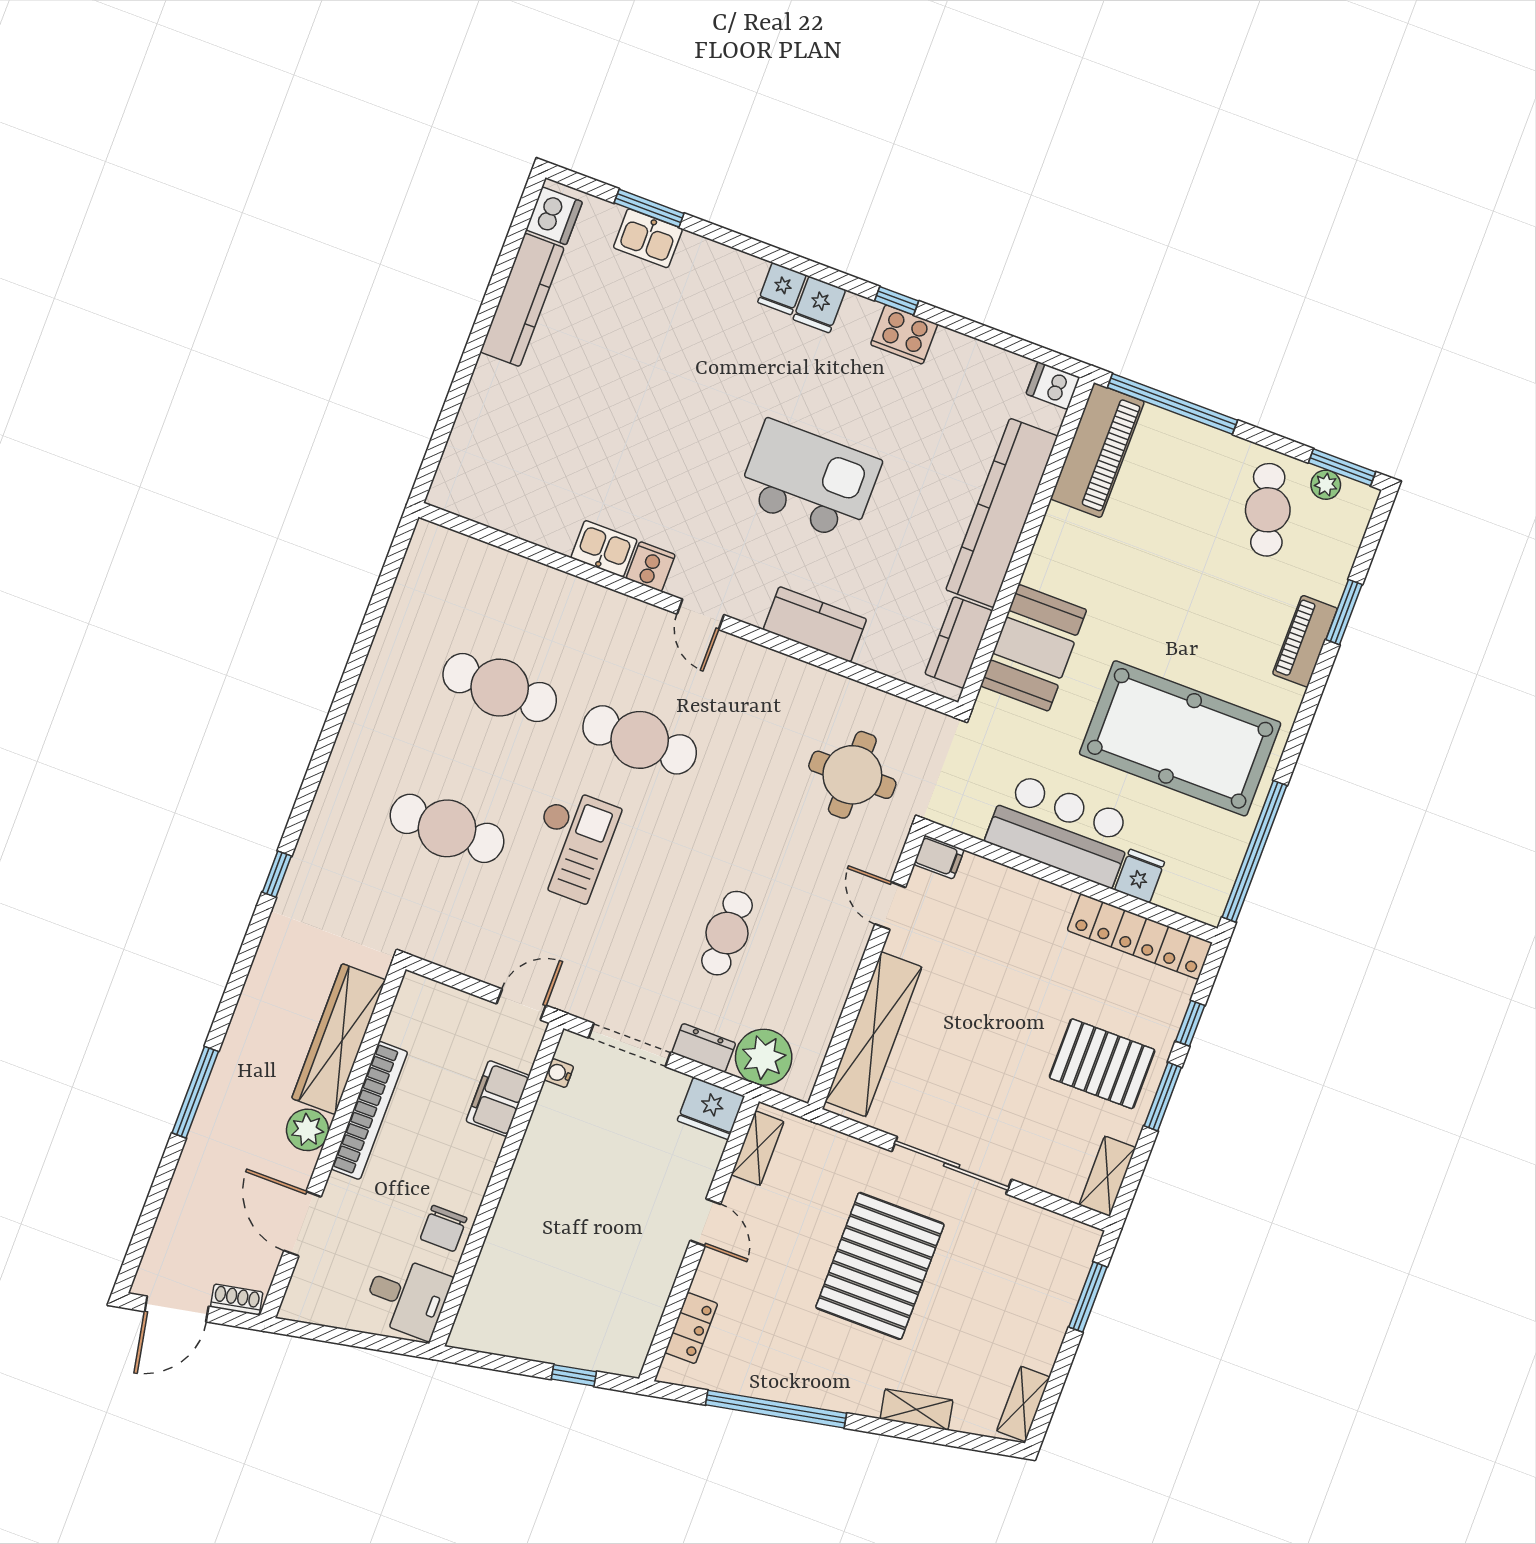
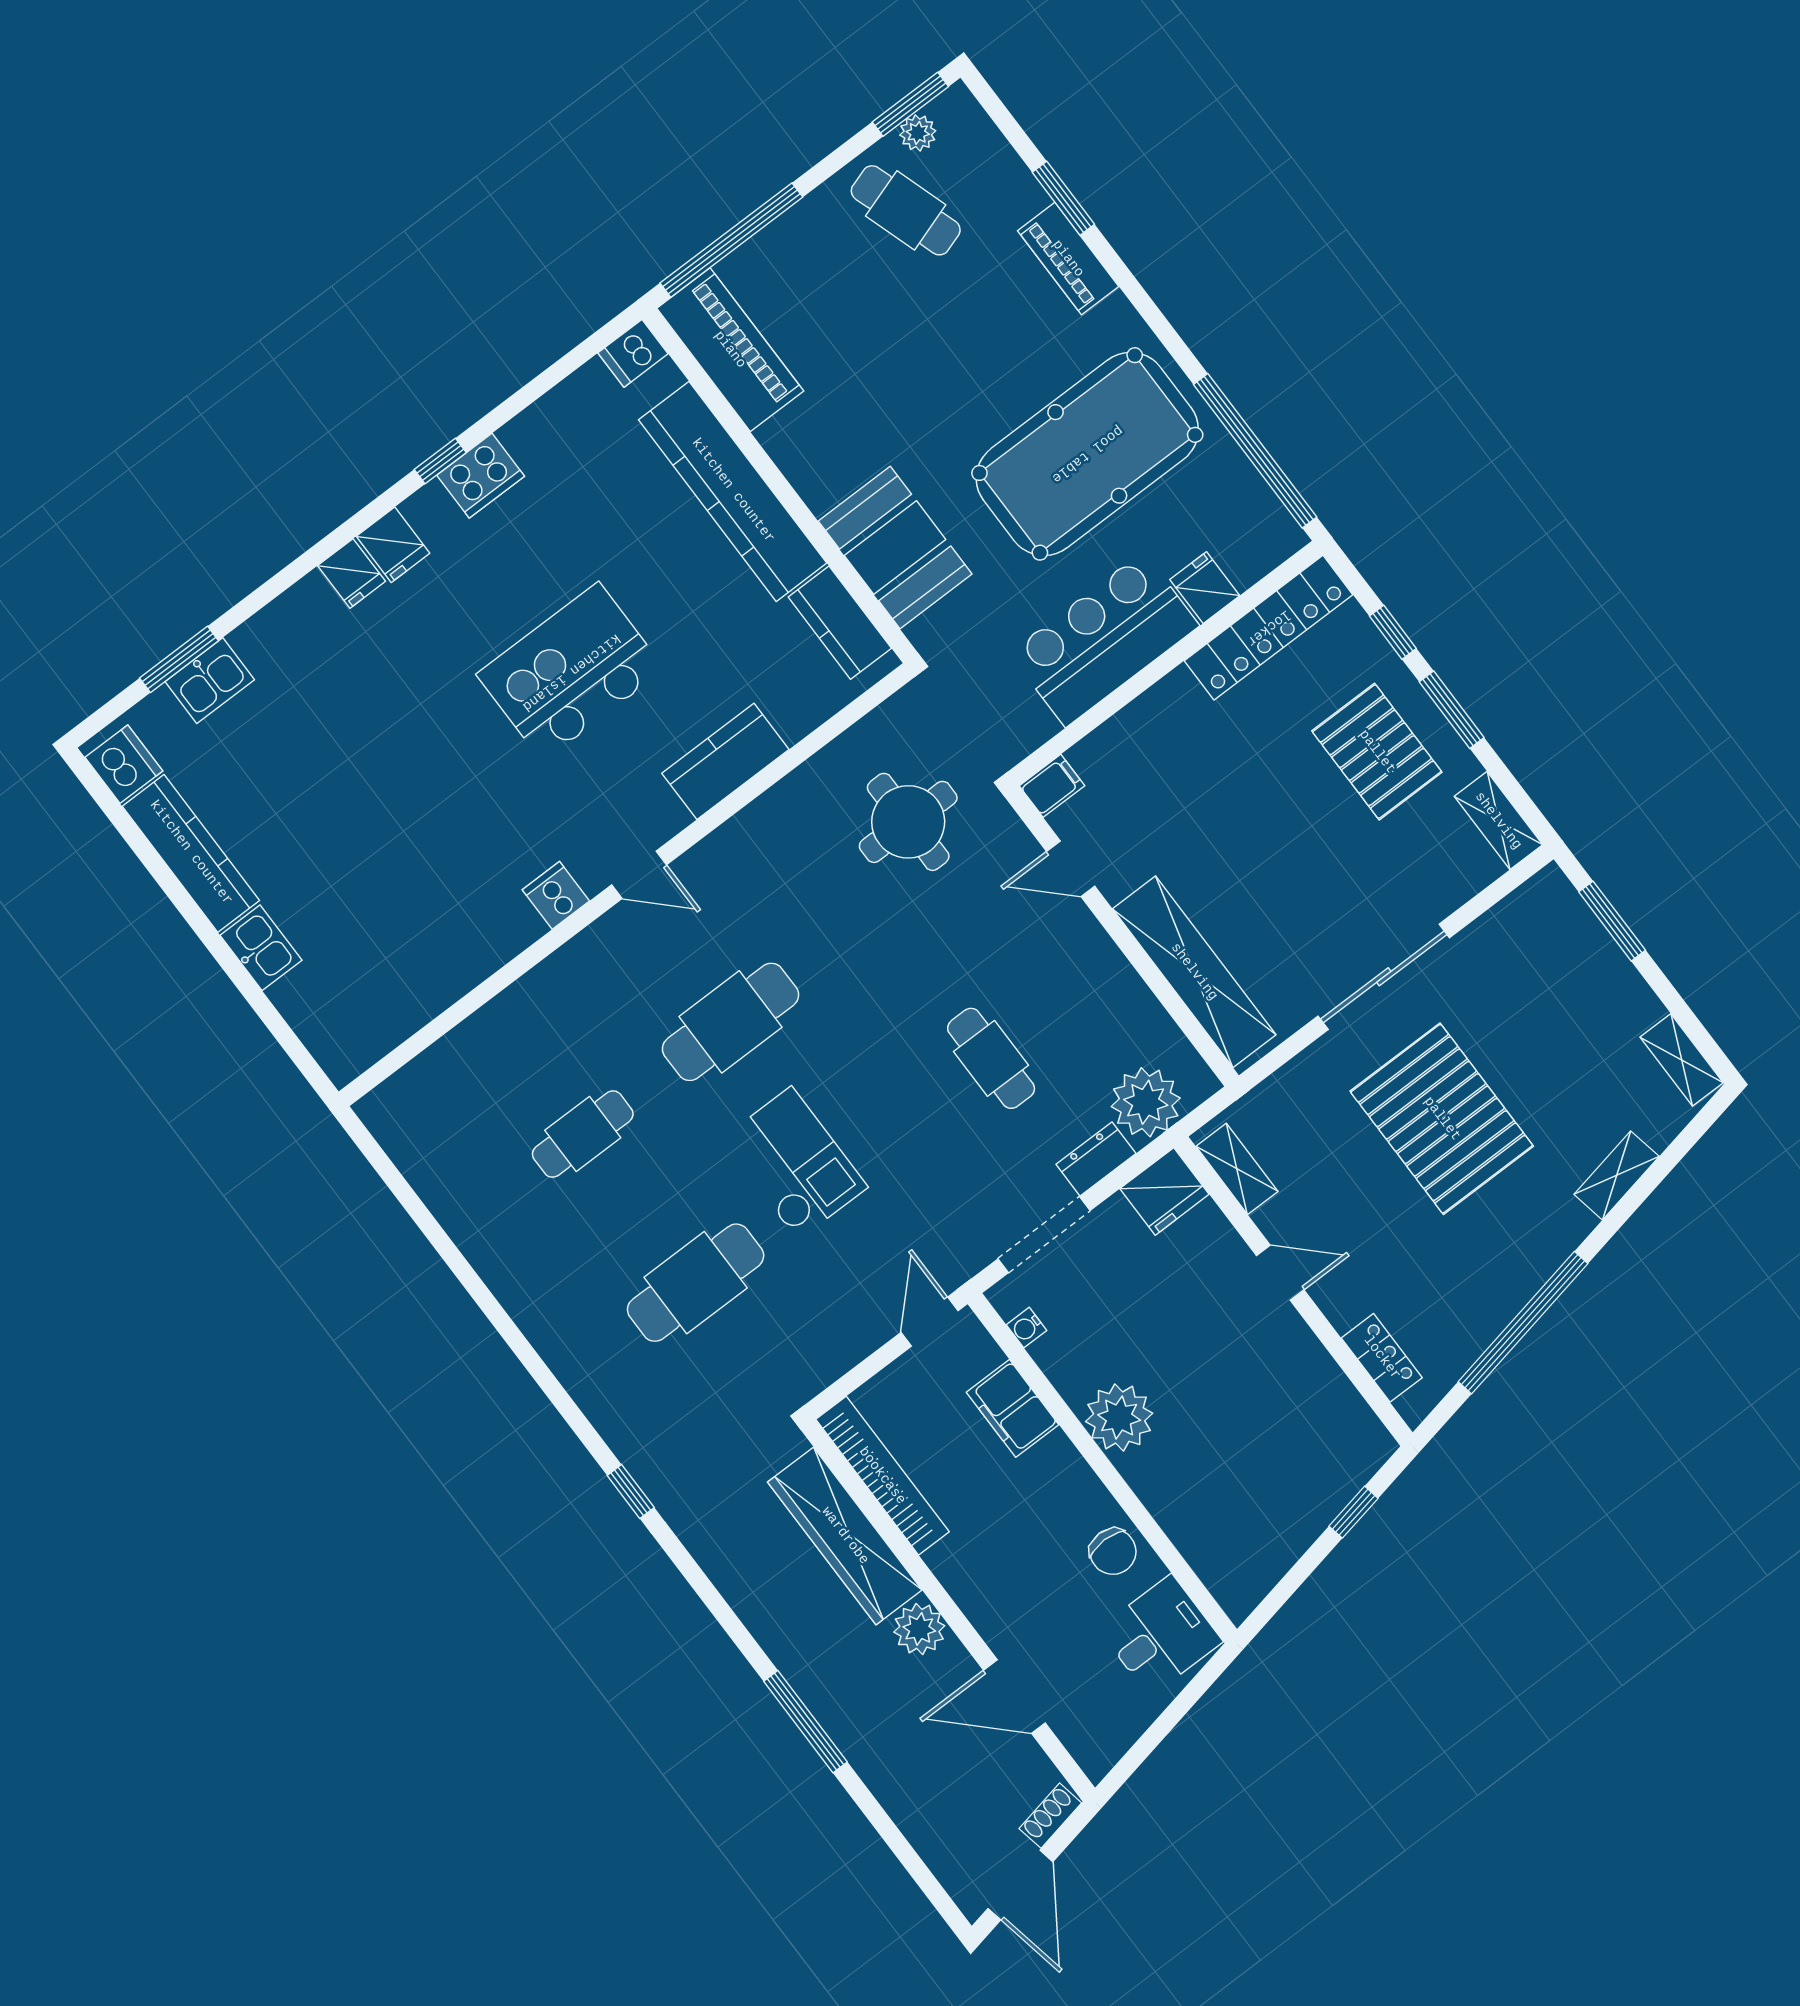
kitchen sink: (604, 549) -> (261, 948), moved, turned 90
cafe table: (500, 688) -> (583, 1134), width x0.73, depth x0.74
pallet: (1102, 1064) -> (1377, 752), turned 90
bookcase: (369, 1110) -> (882, 1476), moved
plant: (538, 1175) -> (1119, 1417), added

